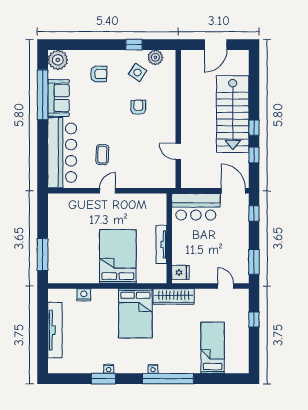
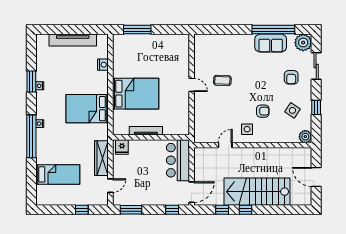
sliding door: (85, 45) -> (316, 66), added
plant: (155, 57) -> (305, 137), moved
side table: (159, 126) -> (247, 129), added
bar counter: (62, 153) -> (224, 46), removed
wardrobe: (174, 297) -> (101, 158), moved

